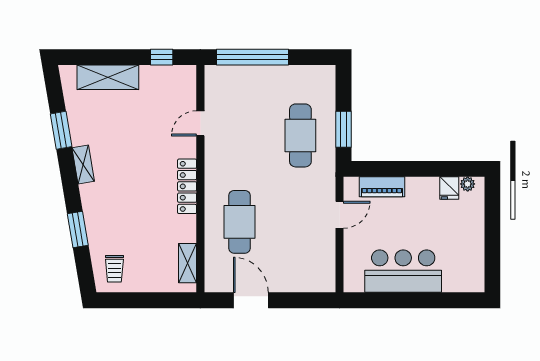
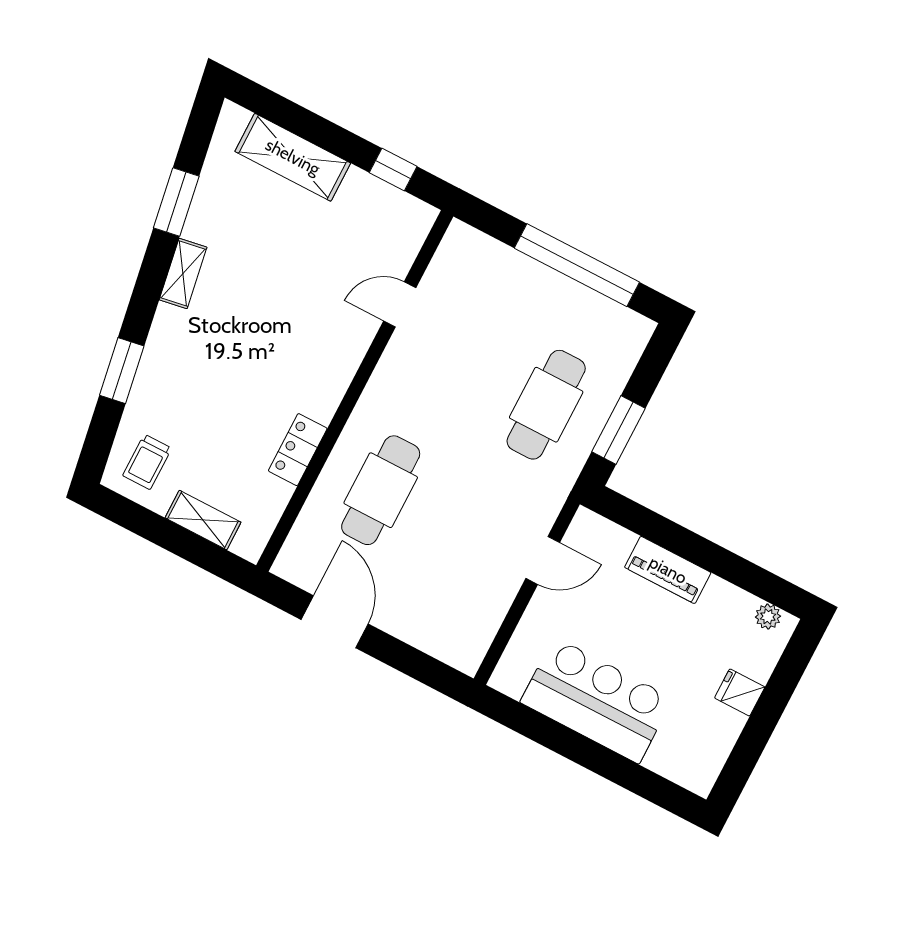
window: (252, 57) -> (577, 265), moved
locker: (187, 186) -> (298, 450), moved, width x0.66
piano: (382, 187) -> (668, 570), moved
fridge: (449, 188) -> (740, 692), moved, turned 90
shelving: (188, 263) -> (203, 520), moved, turned 90

